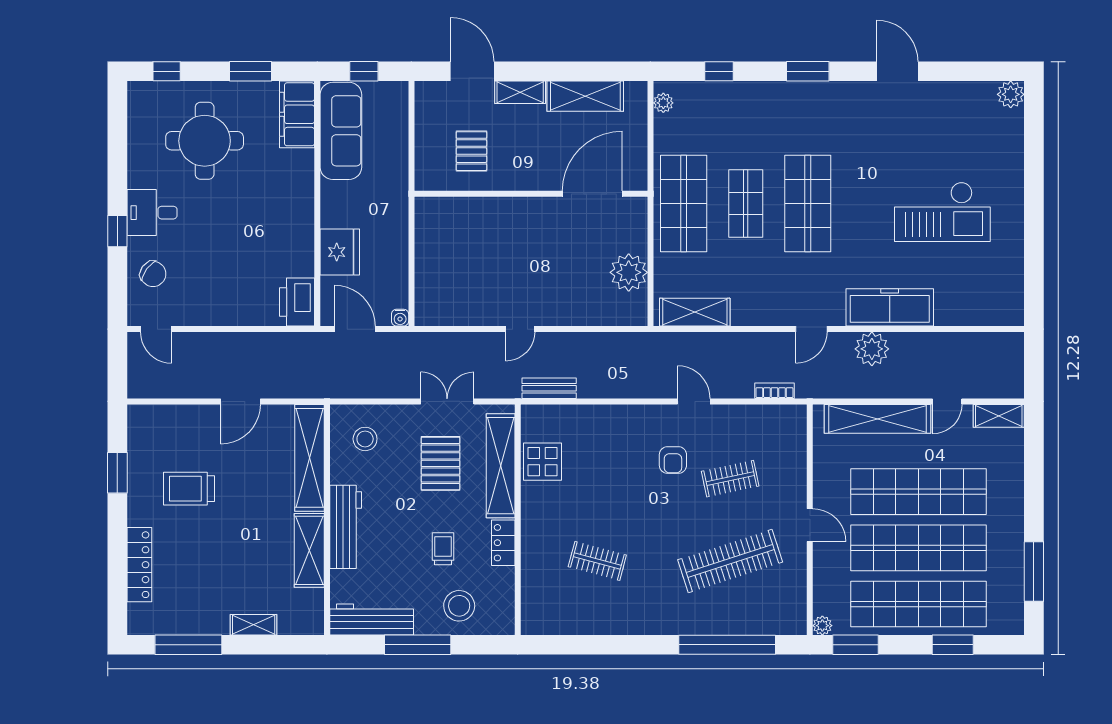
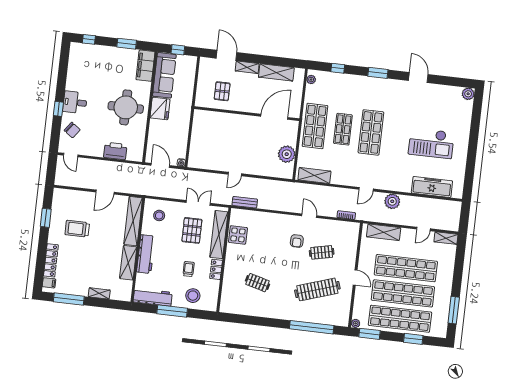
round table: (205, 141) -> (126, 107), moved
fridge: (340, 252) -> (160, 109), moved
printer: (297, 302) -> (115, 151), moved, turned 90
freezer: (890, 307) -> (432, 187), moved
shelving: (878, 419) -> (384, 232), width x0.68
filing cabinet: (141, 614) -> (49, 283), added

